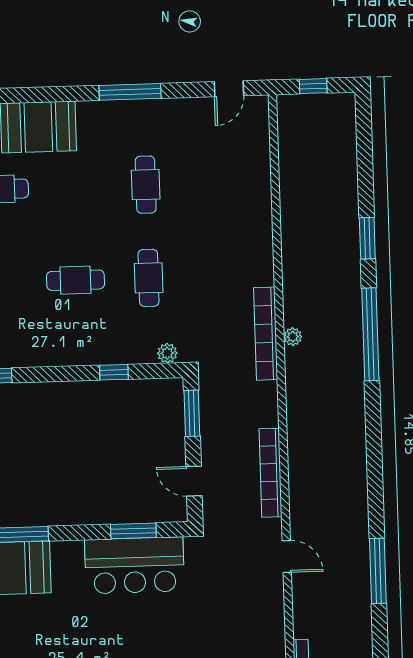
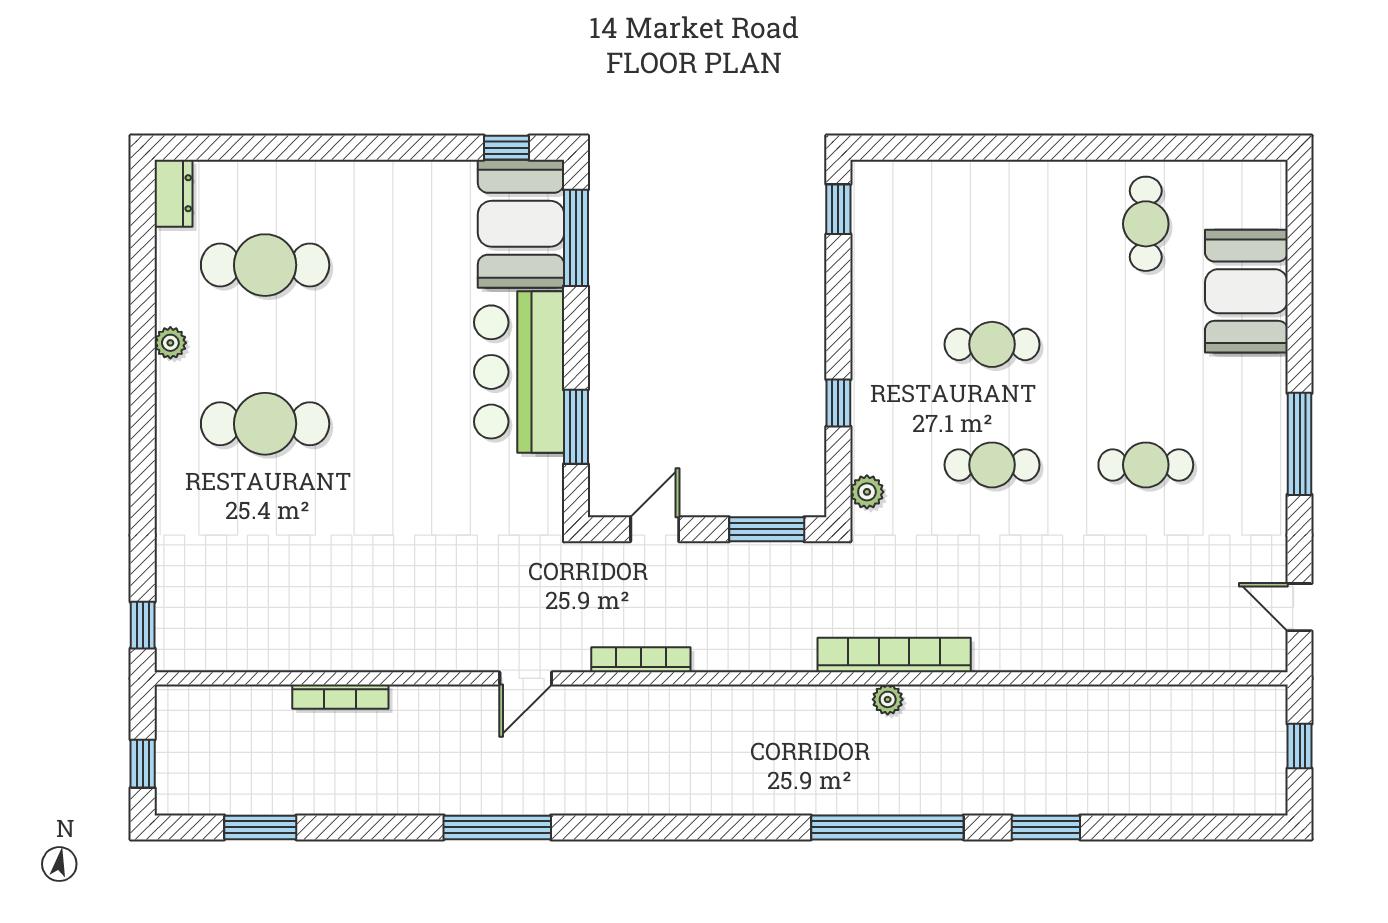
cafe table: (75, 280) -> (992, 344), turned 90
bookcase: (271, 473) -> (641, 660), width x0.68, depth x0.76
bar counter: (134, 565) -> (519, 372), moved

